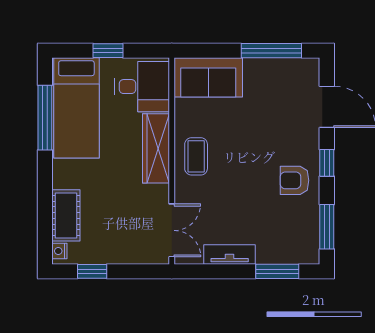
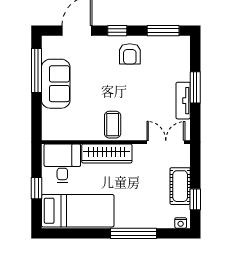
sofa: (208, 77) -> (56, 84), moved
window: (45, 118) -> (133, 233), moved
coffee table: (196, 156) -> (113, 125), turned 90
cot: (66, 215) -> (180, 186), moved, turned 90
window: (277, 271) -> (195, 87), moved

